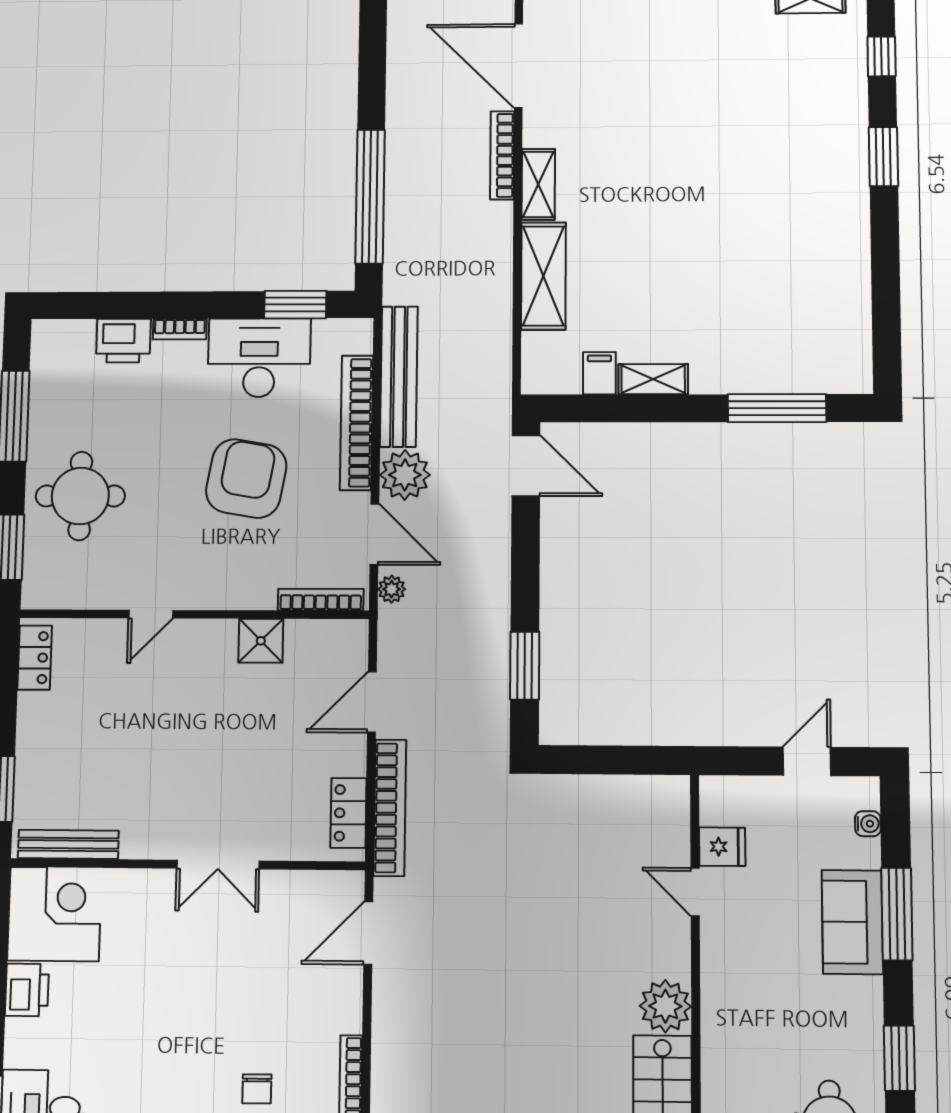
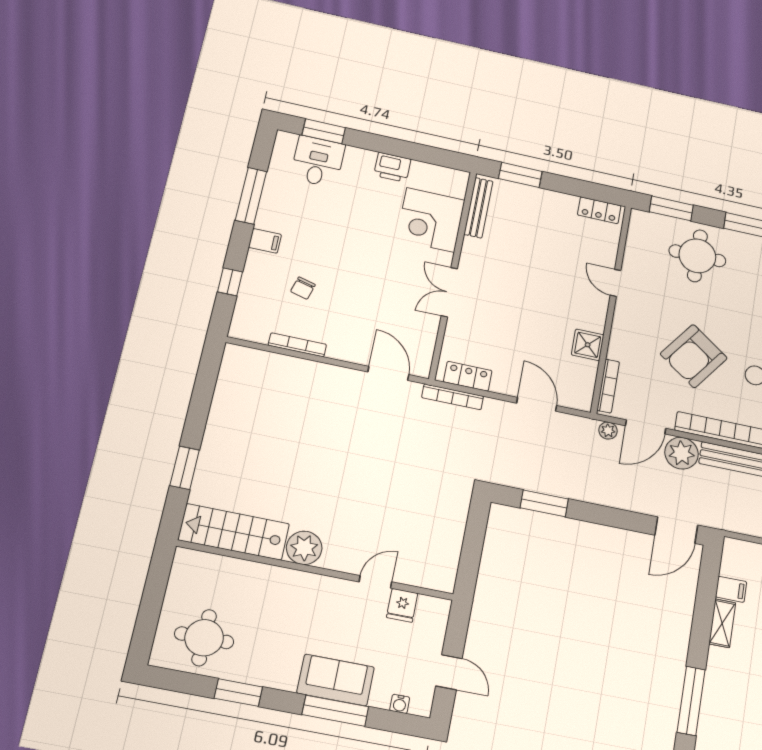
armchair: (246, 479) -> (694, 356), turned 116
bookcase: (390, 808) -> (453, 397), width x0.68, depth x0.76
corner desk: (54, 914) -> (430, 220), moved, turned 90
chair: (257, 1089) -> (303, 288), turned -75

